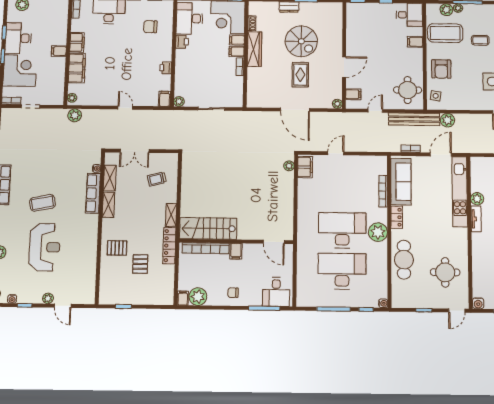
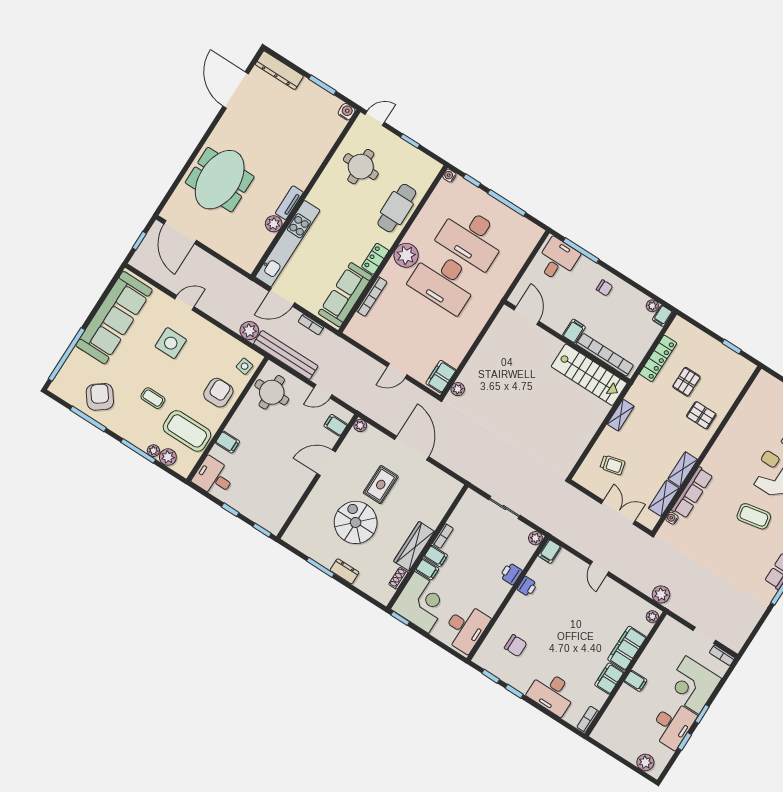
printer: (182, 42) -> (511, 574), moved
locker: (169, 246) -> (658, 358), moved
plant: (198, 297) -> (652, 306), width x0.53, depth x0.53

